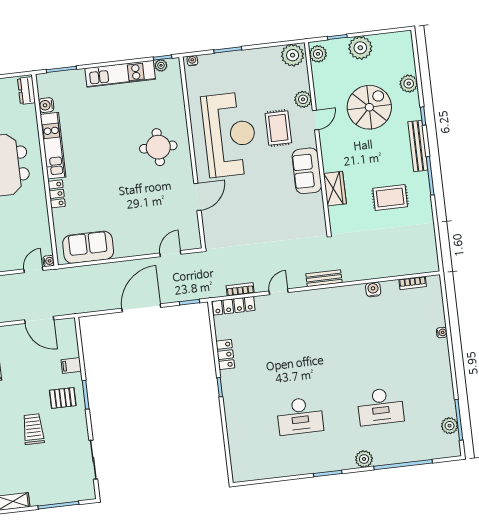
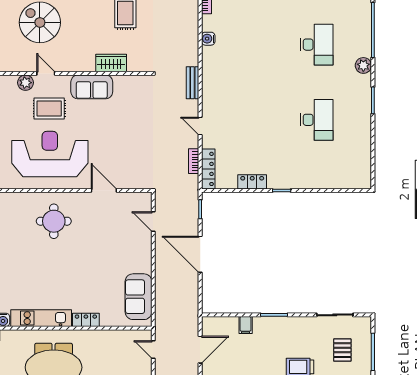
water cooler: (49, 261) -> (147, 334), removed
pallet: (63, 398) -> (342, 350), moved

